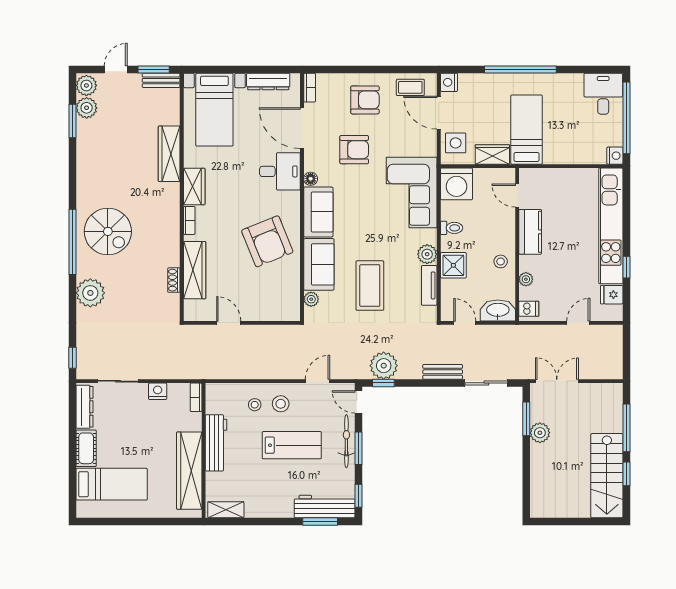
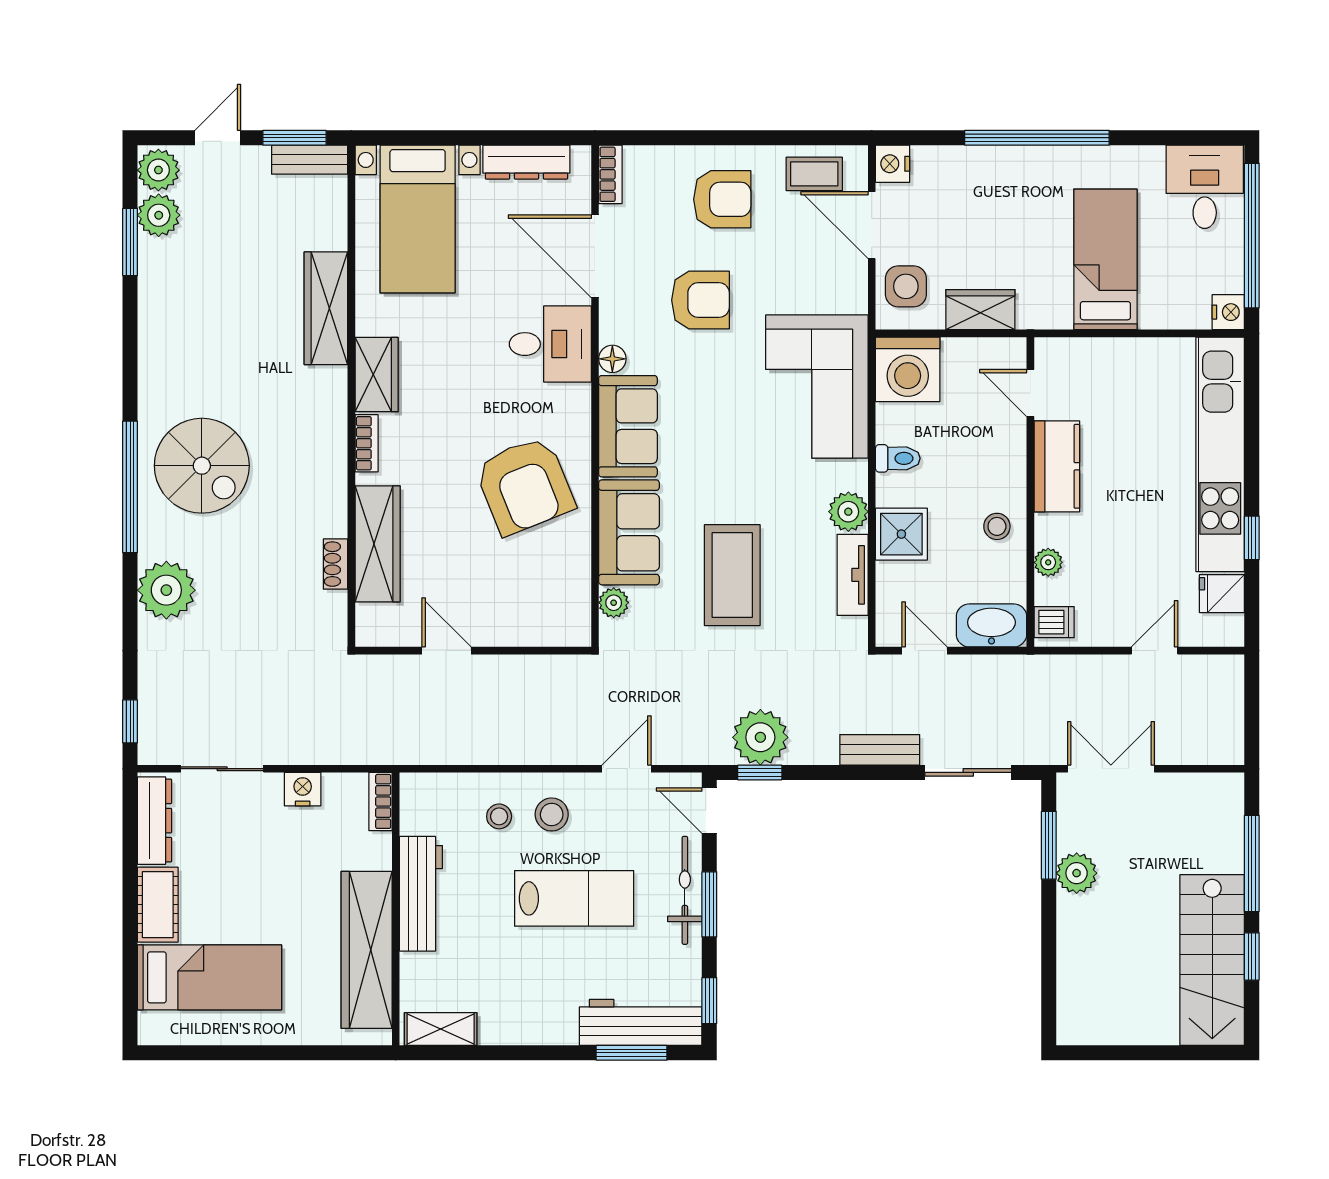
bed: (527, 130) -> (1105, 259), moved

